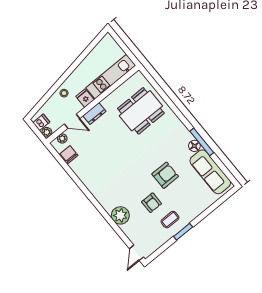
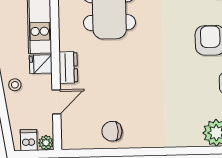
plant: (62, 139) -> (68, 130), removed
chair: (69, 155) -> (112, 131), moved

